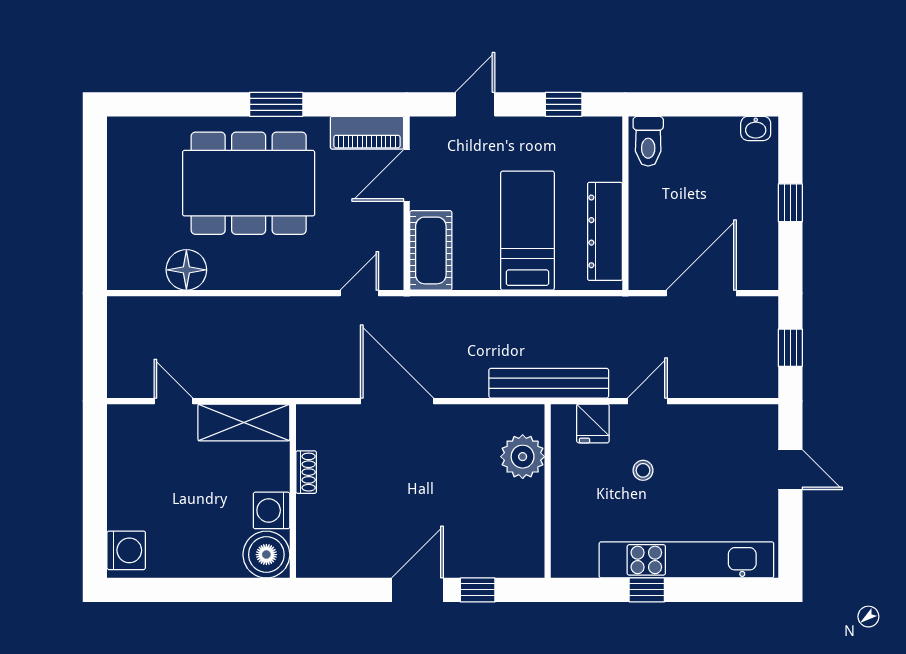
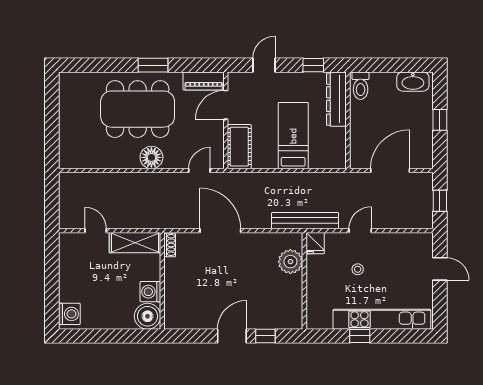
washbasin: (756, 128) -> (413, 82), width x1.91, depth x1.45
dresser: (605, 231) -> (336, 99), moved
floor lamp: (186, 270) -> (151, 157), moved
fridge: (593, 423) -> (315, 243), moved
shoe rack: (306, 472) -> (170, 245), moved

